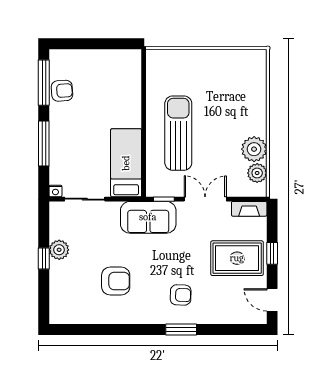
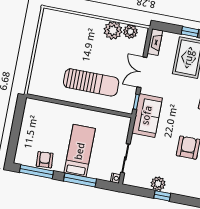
sun lounger: (178, 133) -> (91, 82), turned 180
bed: (126, 163) -> (80, 151), moved, turned 90

